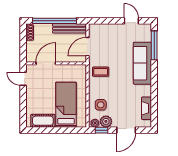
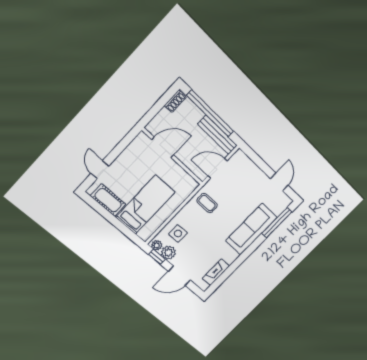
door: (23, 79) -> (100, 170), moved

